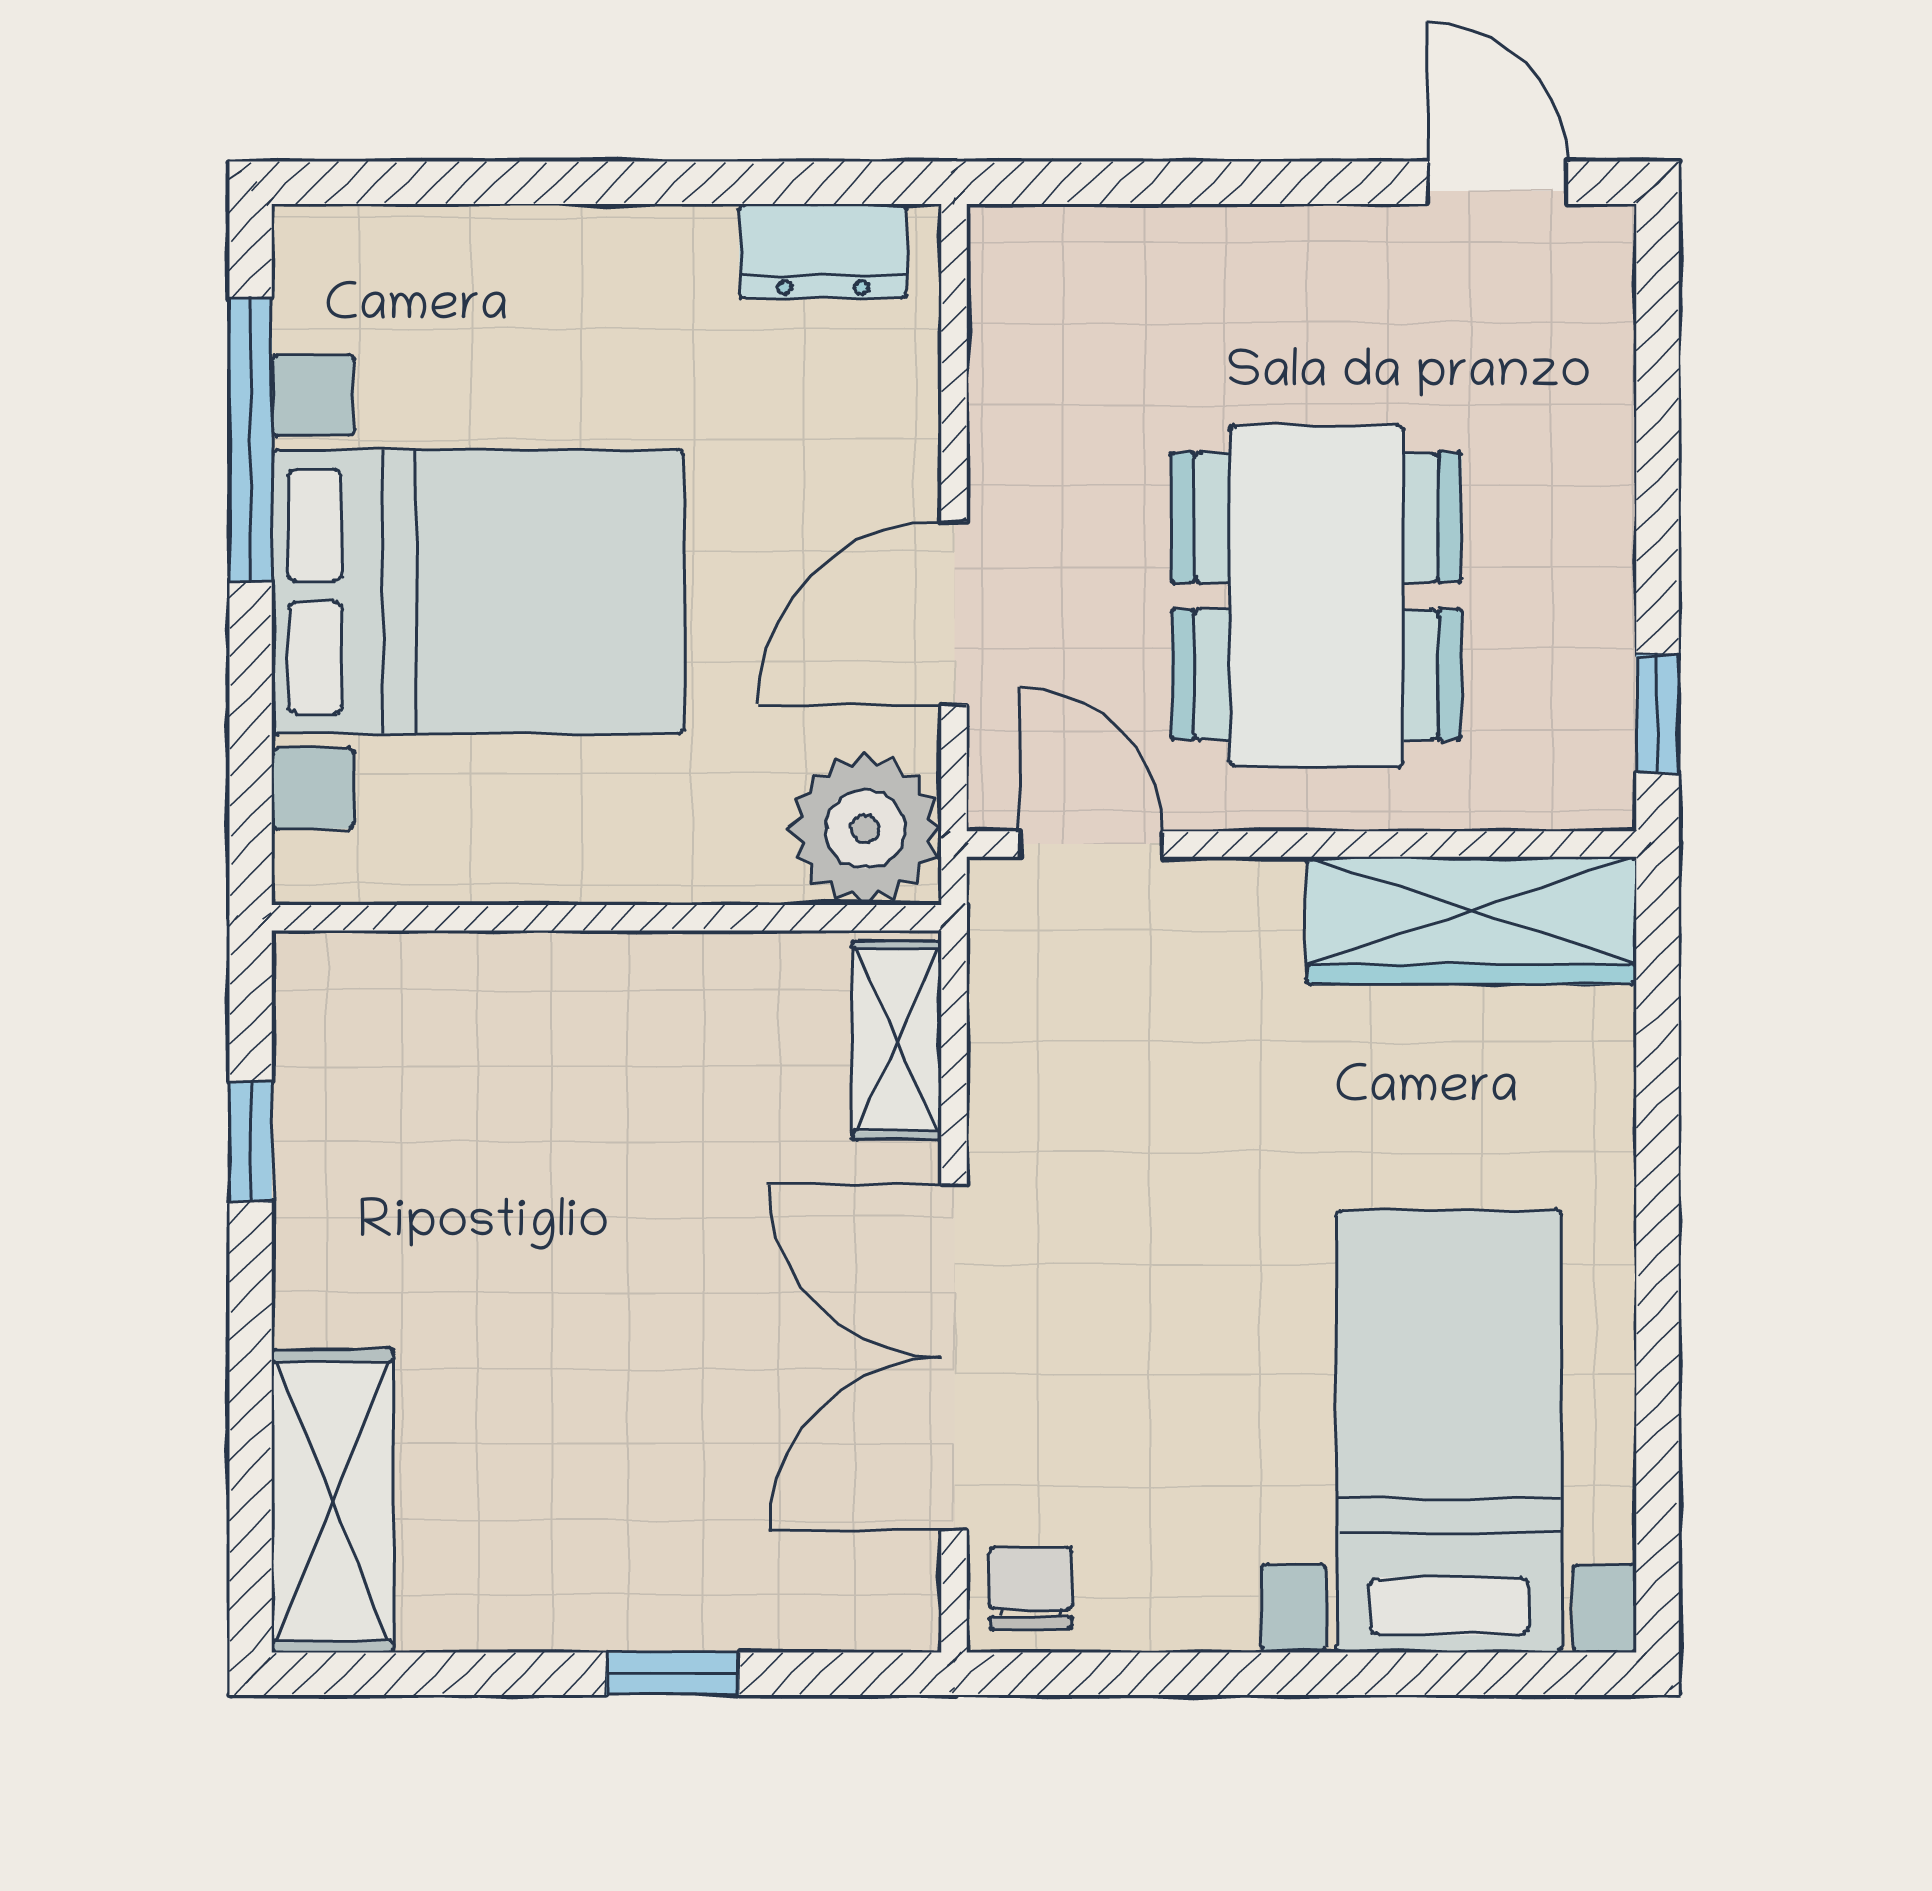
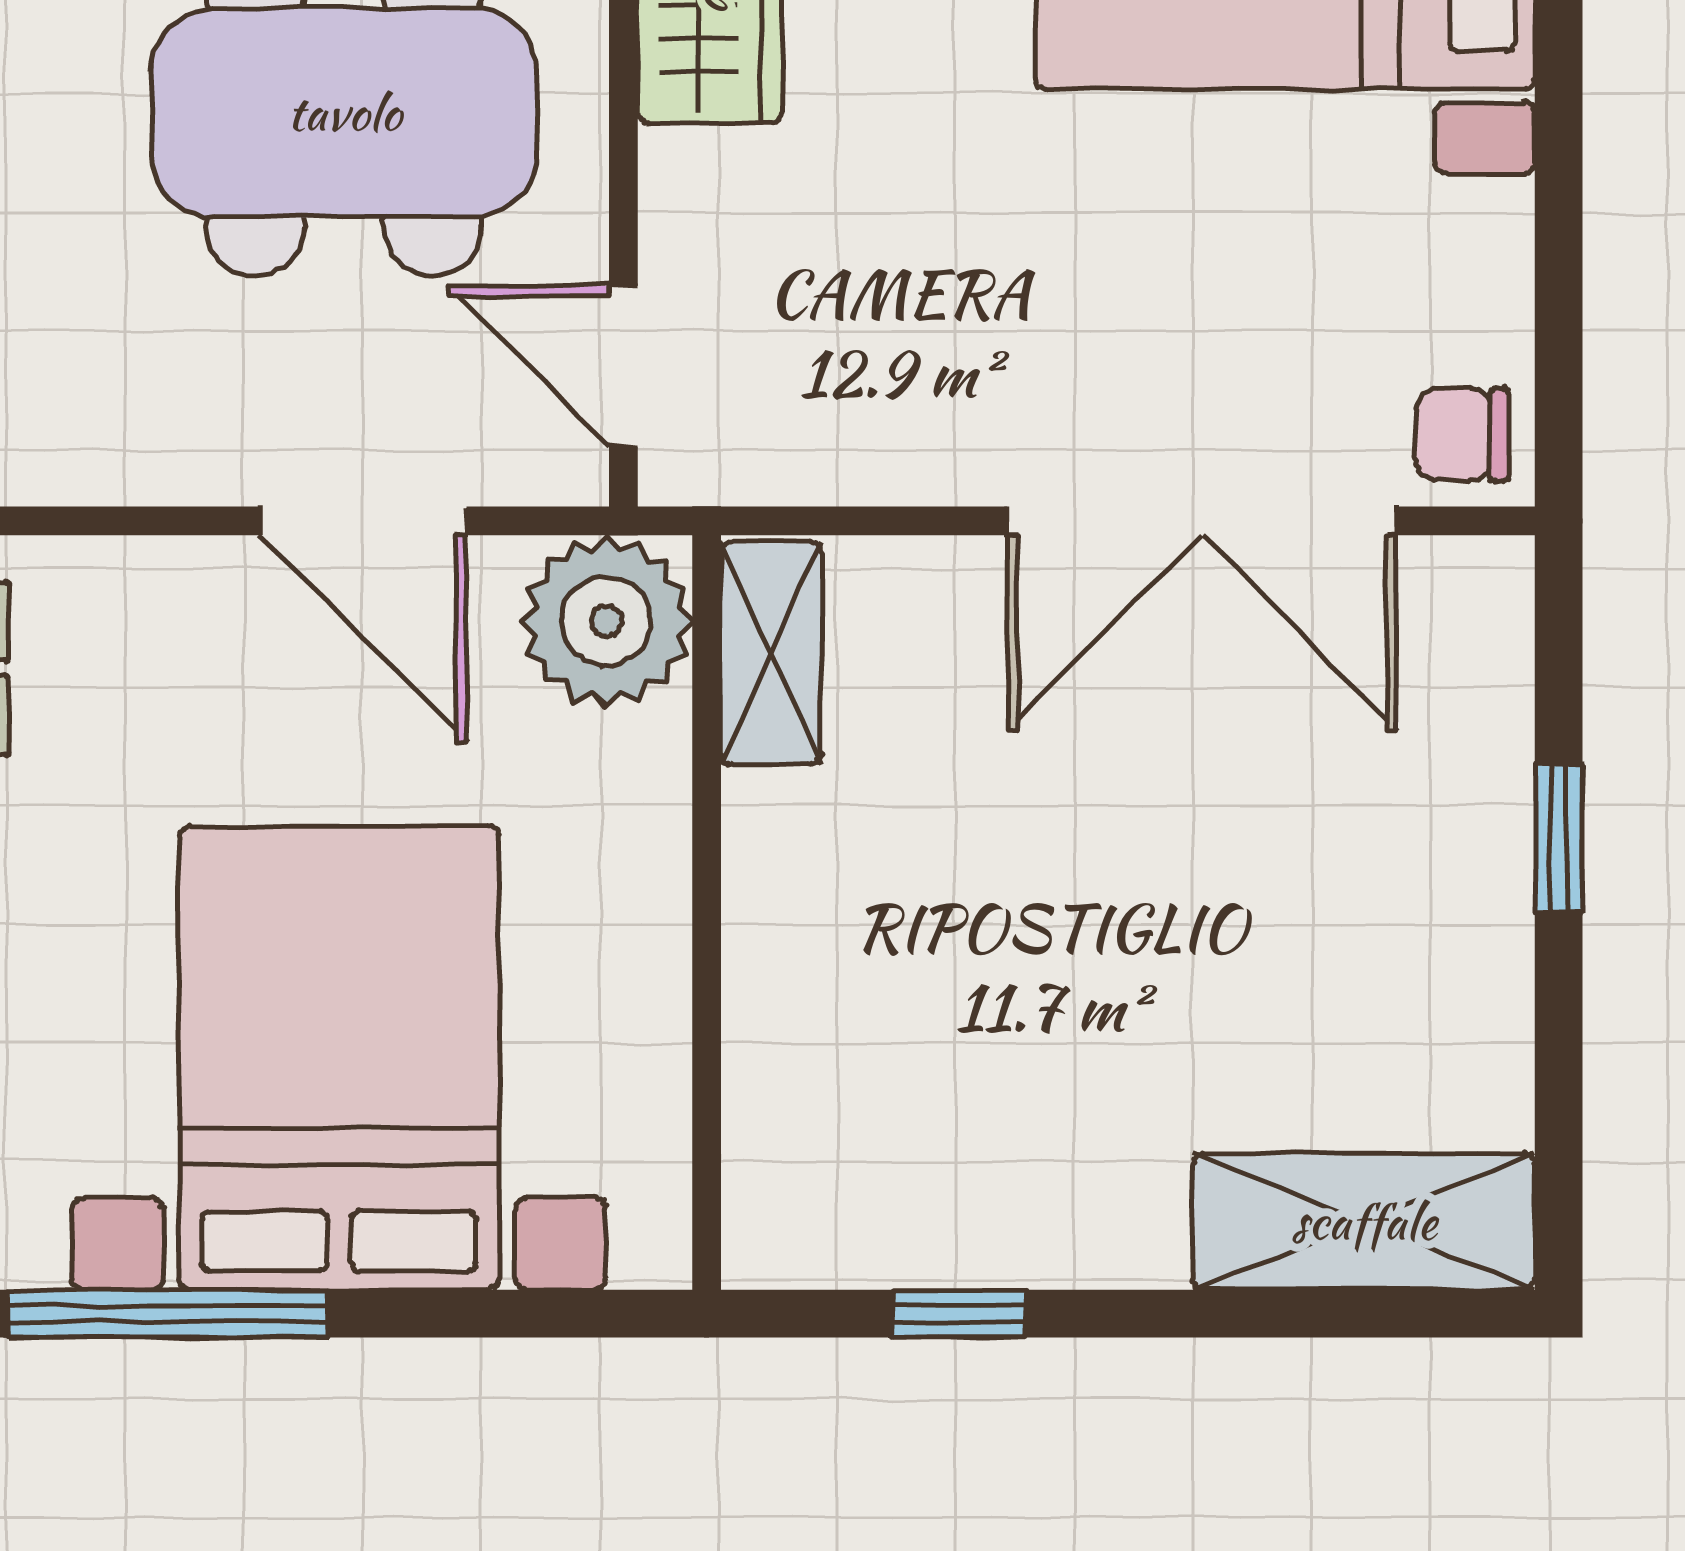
door: (1091, 844) -> (623, 366), hinge flipped
shelving: (897, 1040) -> (771, 653), moved, turned 90

